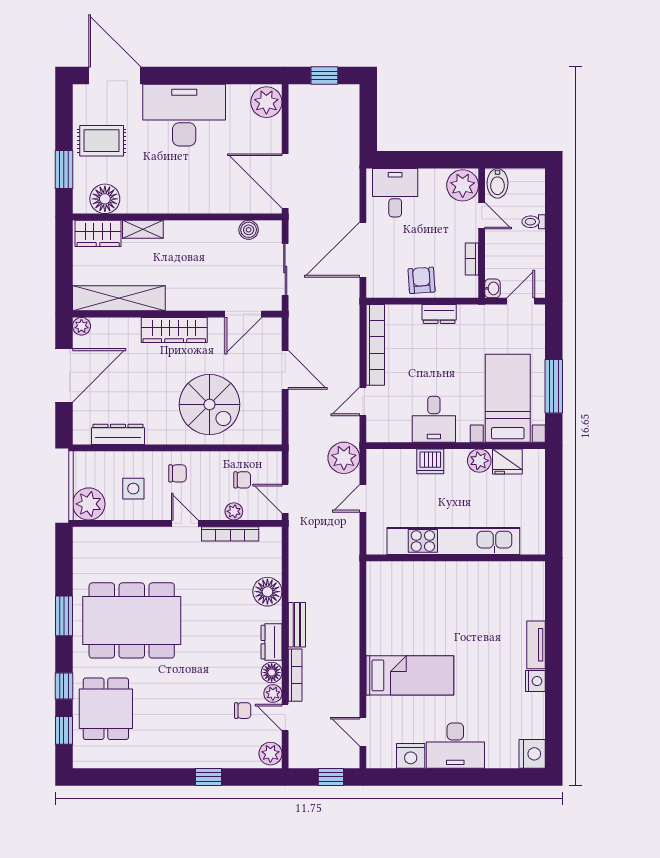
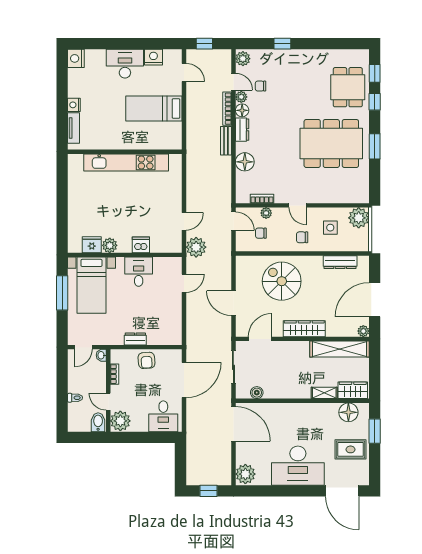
bookcase: (375, 345) -> (176, 319), removed
bookcase: (230, 534) -> (262, 199), width x0.64
kitchen unit: (453, 541) -> (126, 163), moved
wall: (456, 558) -> (125, 152), moved

